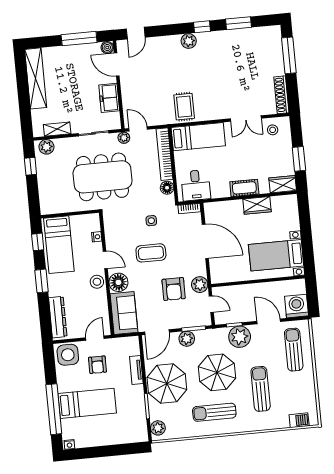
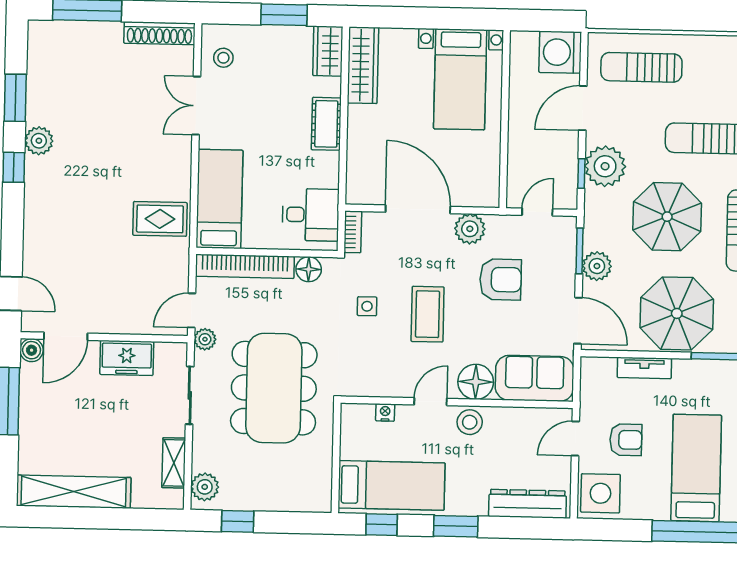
plant: (189, 41) -> (39, 141), moved
double door: (246, 119) -> (196, 106), swing flipped
wardrobe: (257, 205) -> (363, 65), moved, width x1.50
door: (205, 241) -> (418, 209), hinge flipped
plant: (200, 285) -> (470, 229), moved
door: (95, 338) -> (575, 439), hinge flipped

